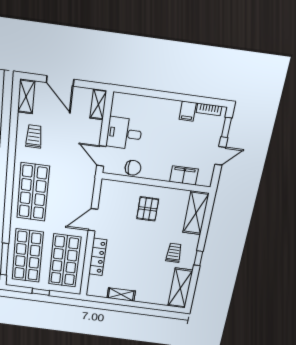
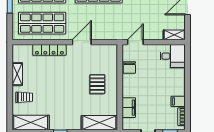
desk: (124, 133) -> (173, 56), moved, turned 90
pallet: (148, 209) -> (97, 84), turned 90
door: (93, 220) -> (82, 42), hinge flipped
trolley: (174, 253) -> (24, 97), moved

